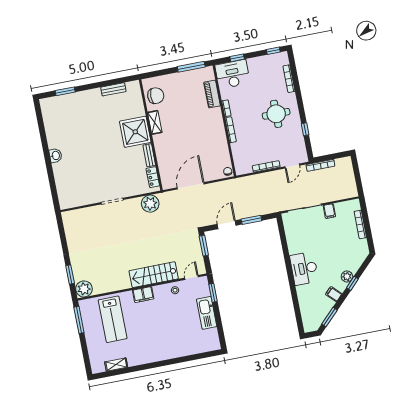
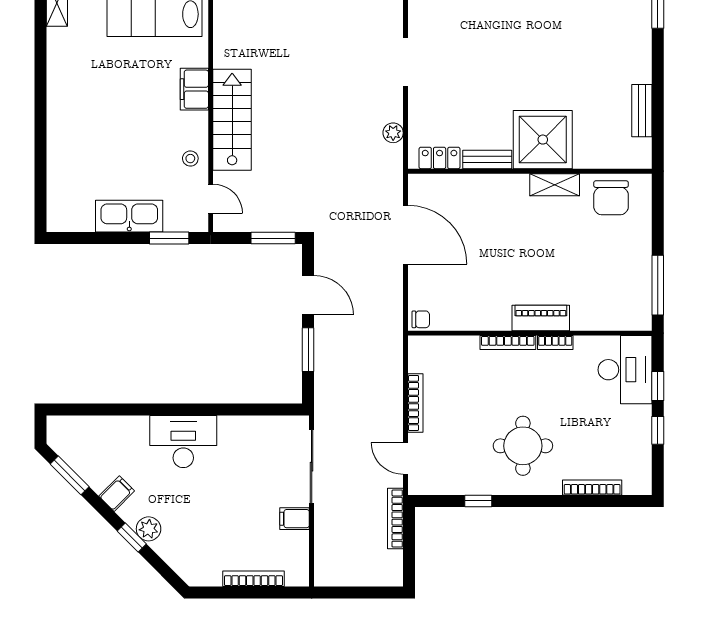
window: (273, 51) -> (658, 430), moved
piano: (212, 94) -> (541, 318), moved
plant: (150, 204) -> (393, 133), width x0.53, depth x0.53

